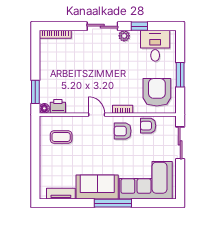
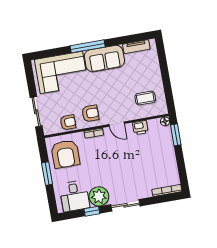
plant: (124, 36) -> (99, 196), width x1.88, depth x1.88
printer: (58, 106) -> (140, 128), moved

